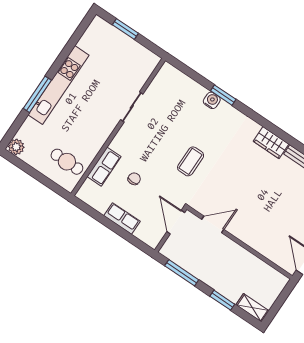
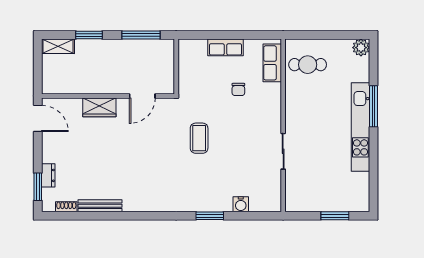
water cooler: (212, 100) -> (241, 204), moved
wardrobe: (271, 143) -> (99, 107), moved, turned 180
row of seats: (104, 167) -> (272, 63), moved
door: (176, 222) -> (176, 76), removed

